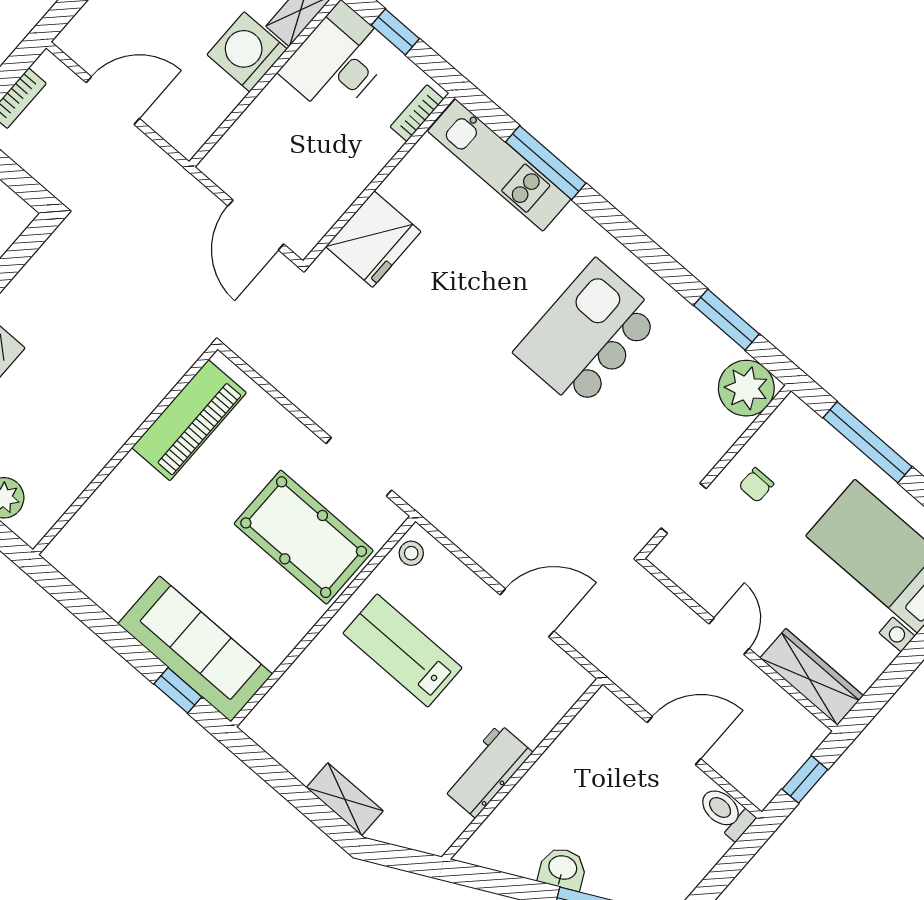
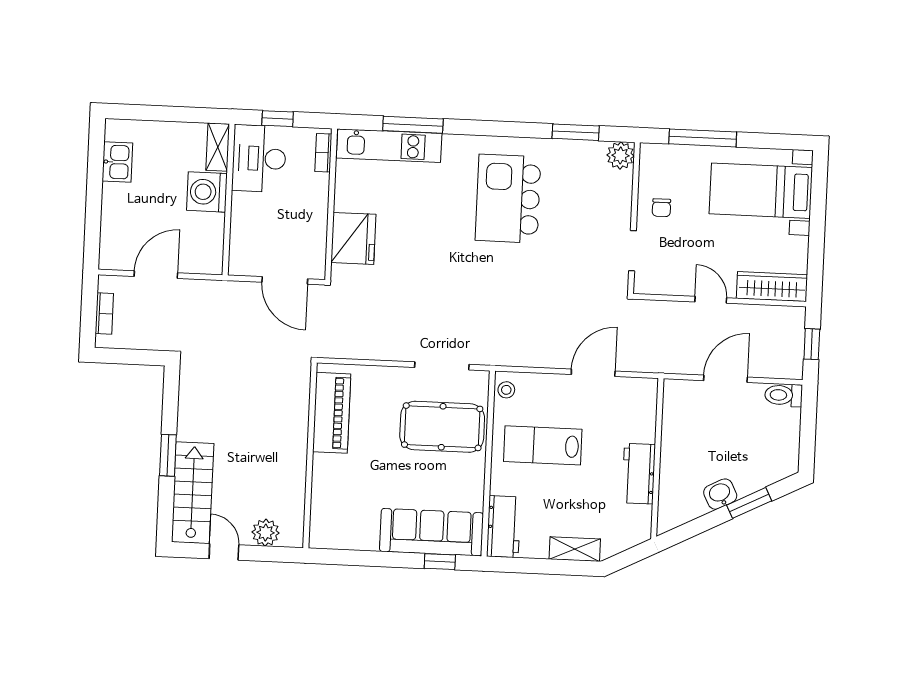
plant: (746, 388) -> (620, 155), width x0.73, depth x0.73
workbench: (283, 708) -> (504, 527), added

